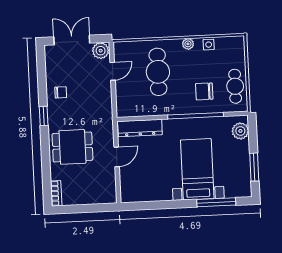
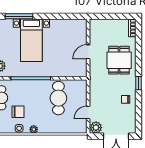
cafe table: (158, 72) -> (58, 98), moved
chair: (204, 91) -> (18, 112), moved
dresser: (140, 128) -> (71, 71), removed
dining table: (72, 147) -> (119, 60), turned 90

